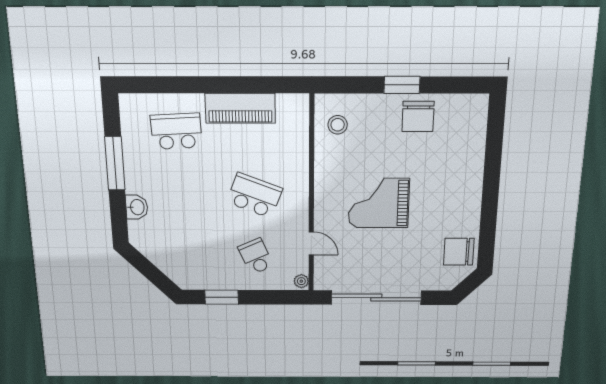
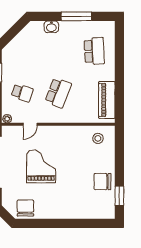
window: (402, 85) -> (119, 196), moved
piano: (240, 108) -> (107, 100), moved
grand piano: (379, 203) -> (41, 166), moved
school desk: (256, 256) -> (22, 93), turned 42

